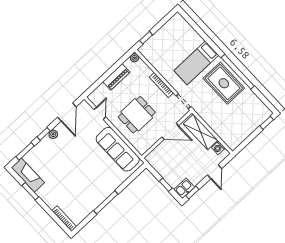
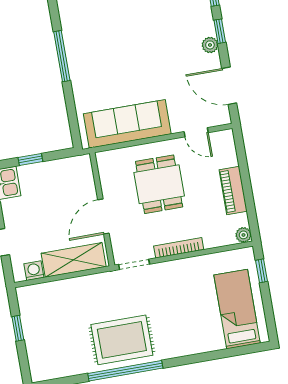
bed: (196, 63) -> (237, 309), moved
window: (267, 123) -> (18, 328), moved

